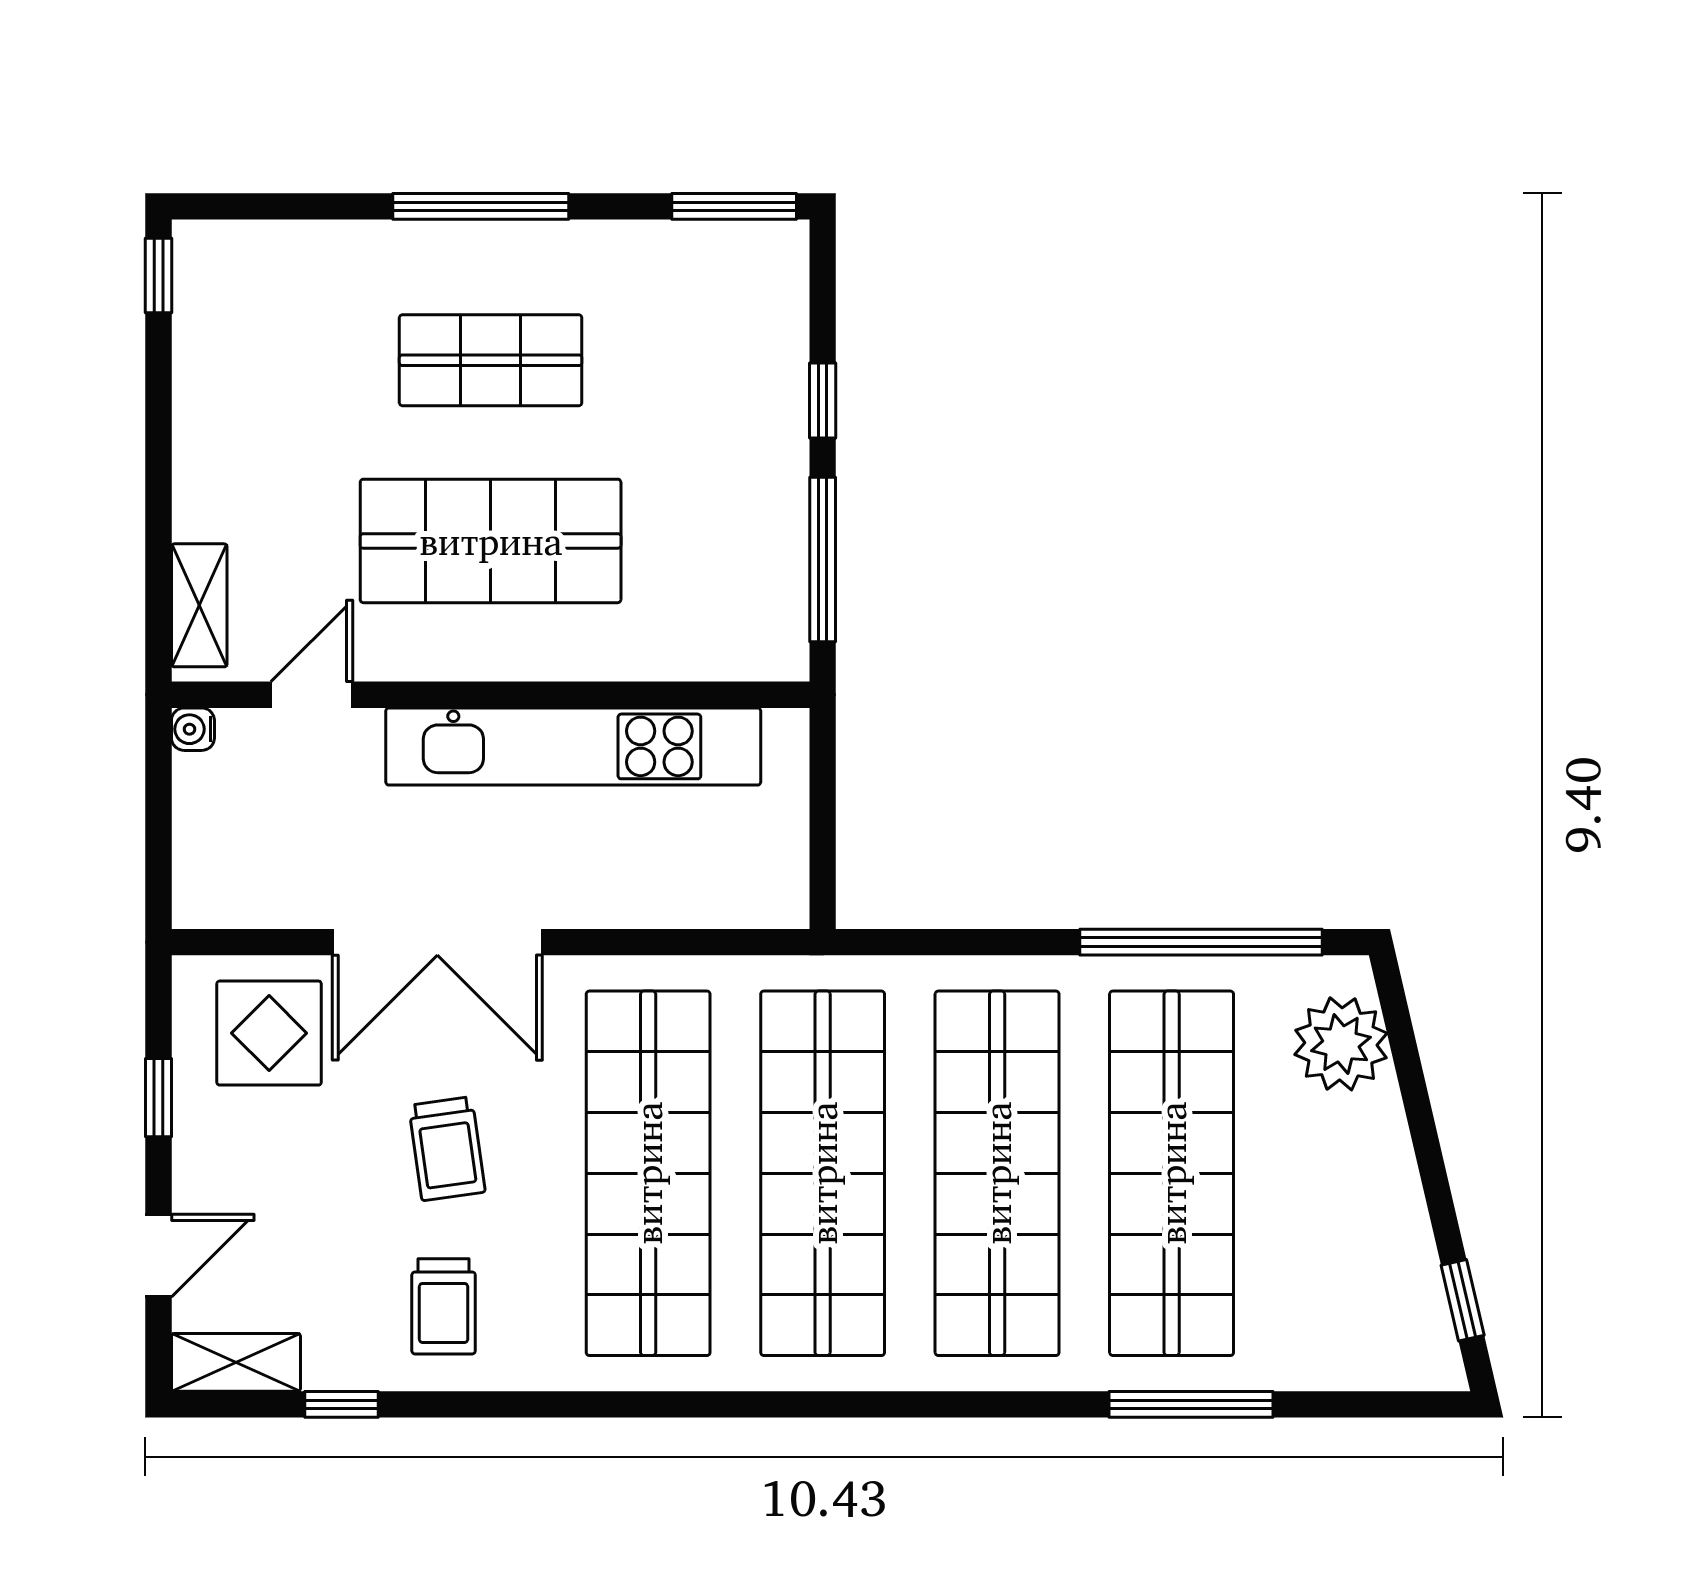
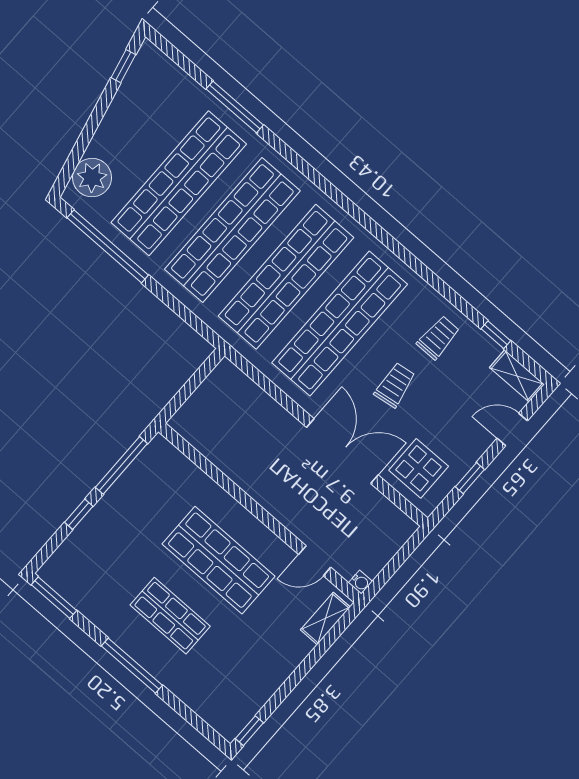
kitchen unit: (573, 746) -> (248, 475), removed

